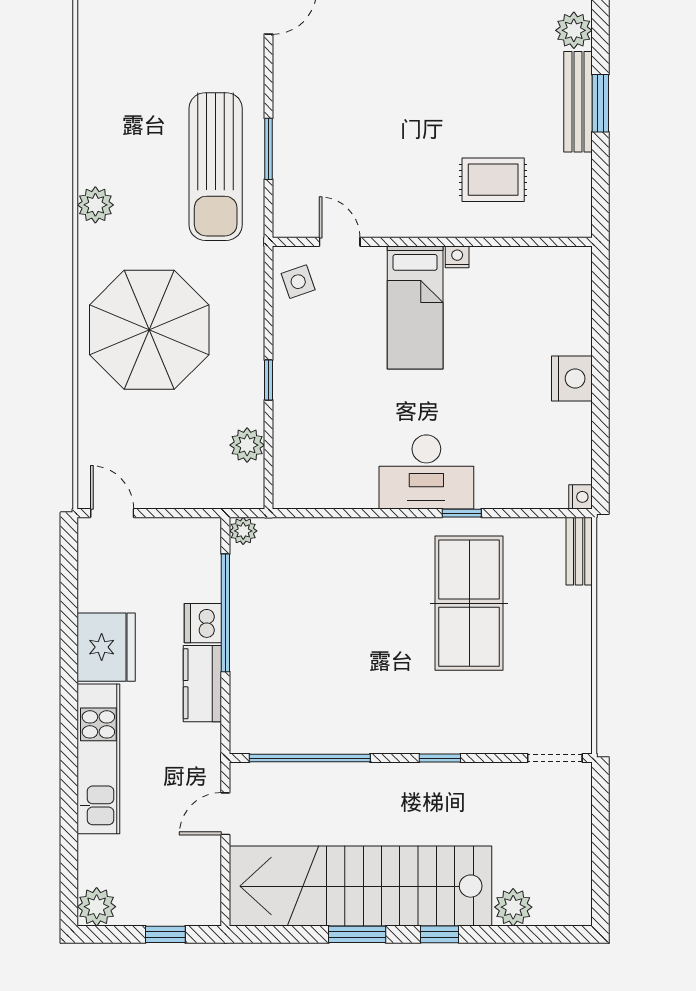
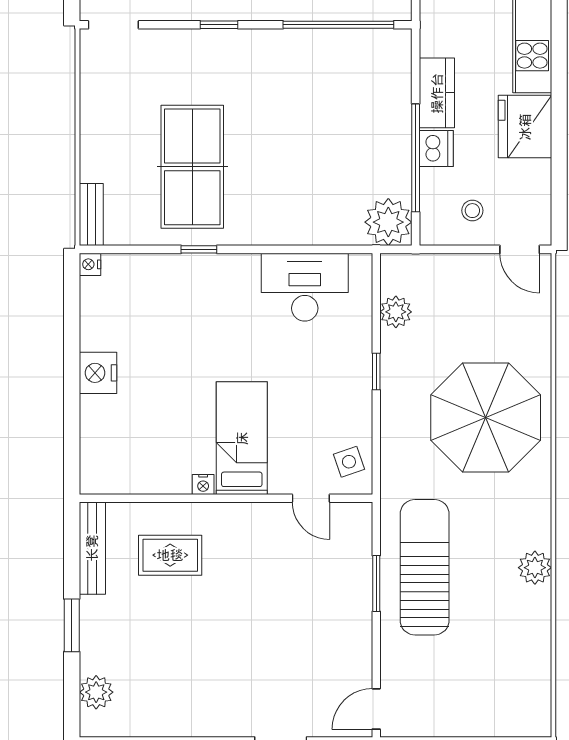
bench: (578, 102) -> (92, 548), moved
plant: (95, 205) -> (535, 568), moved
desk: (426, 472) -> (305, 287), moved
plant: (243, 531) -> (388, 222), width x1.88, depth x1.88
stool: (164, 556) -> (472, 211), added

